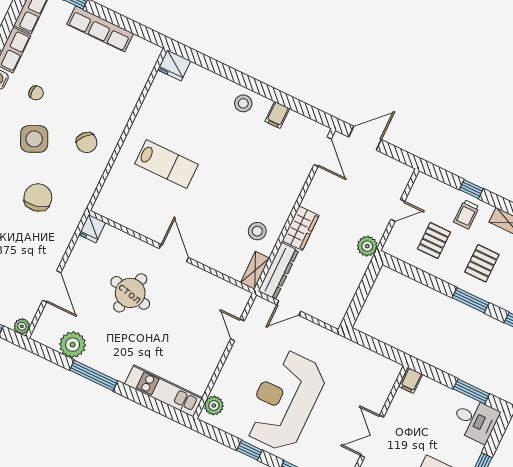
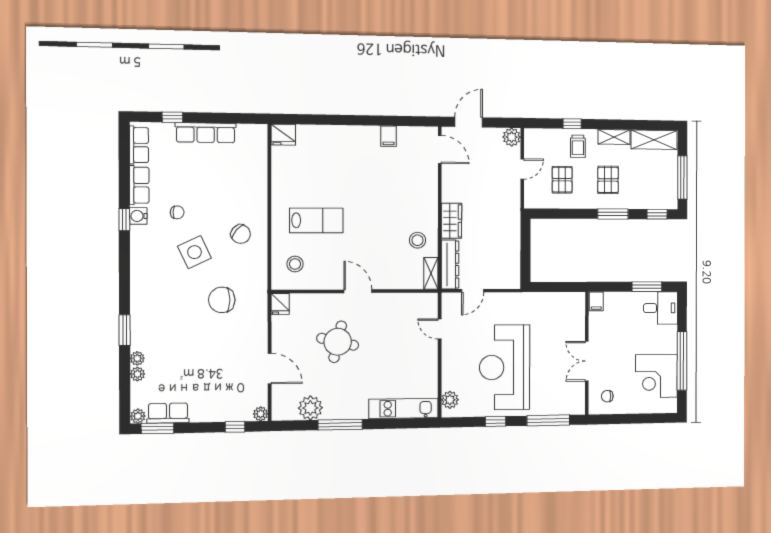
stool: (243, 103) -> (295, 264), moved
chair: (38, 197) -> (222, 300), turned -78
plant: (367, 246) -> (512, 137), moved

